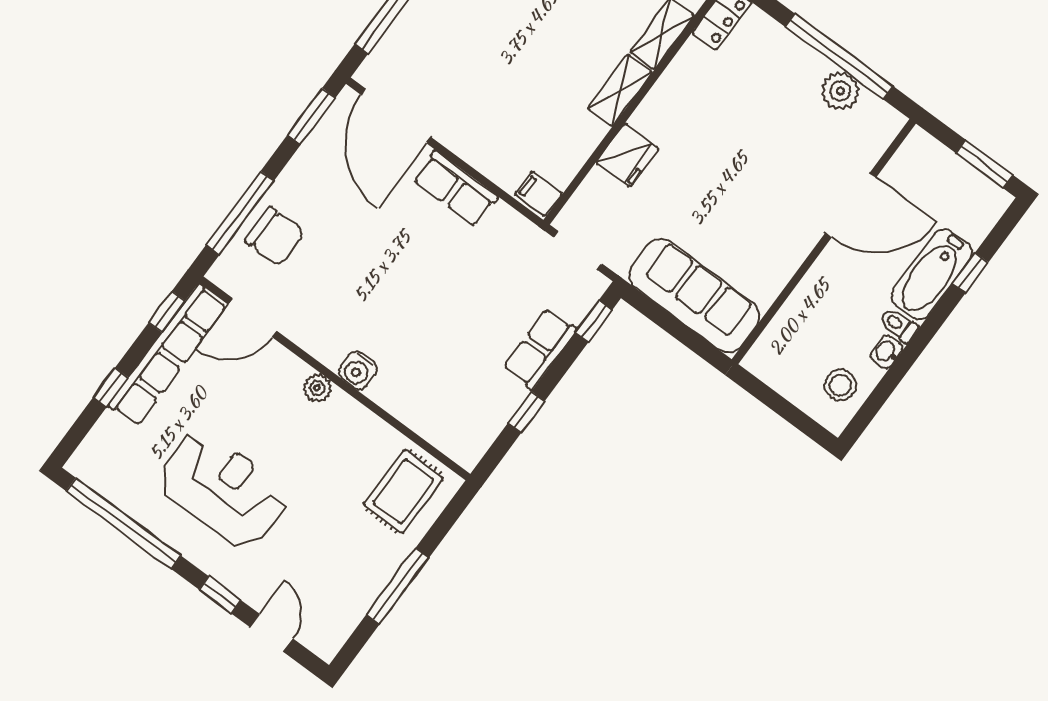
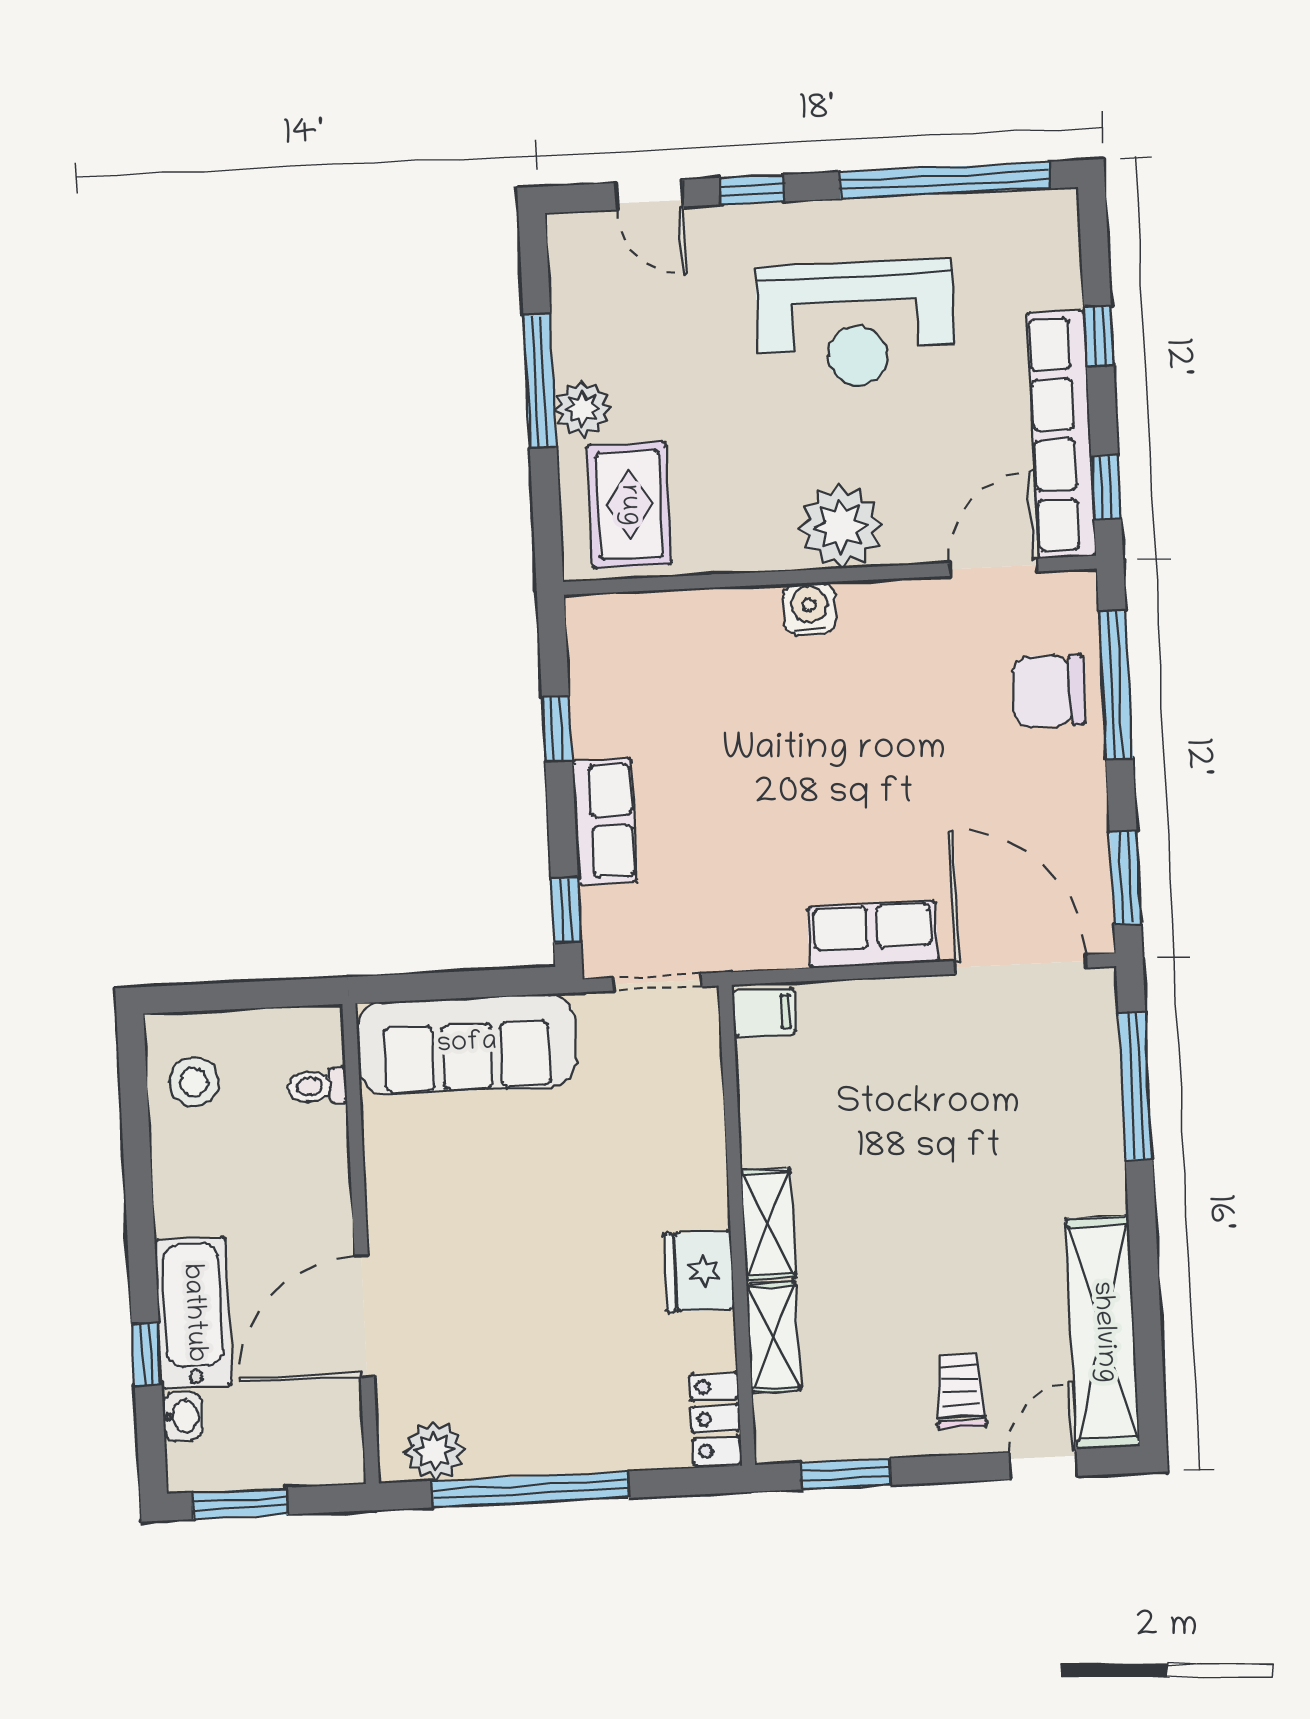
plant: (840, 91) -> (434, 1450), moved
fridge: (627, 155) -> (699, 1271), moved
toilet: (899, 325) -> (317, 1086), moved, turned 180
washbasin: (887, 352) -> (182, 1416), moved
plant: (317, 388) -> (841, 526), width x1.87, depth x1.87
plant: (388, 556) -> (583, 409), added

